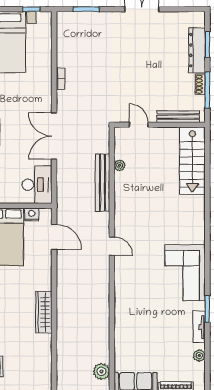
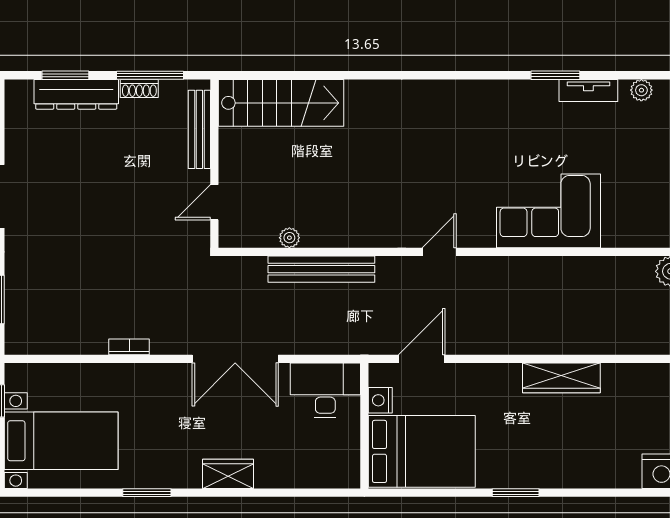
corner sofa: (185, 273) -> (549, 211), moved, turned 180

